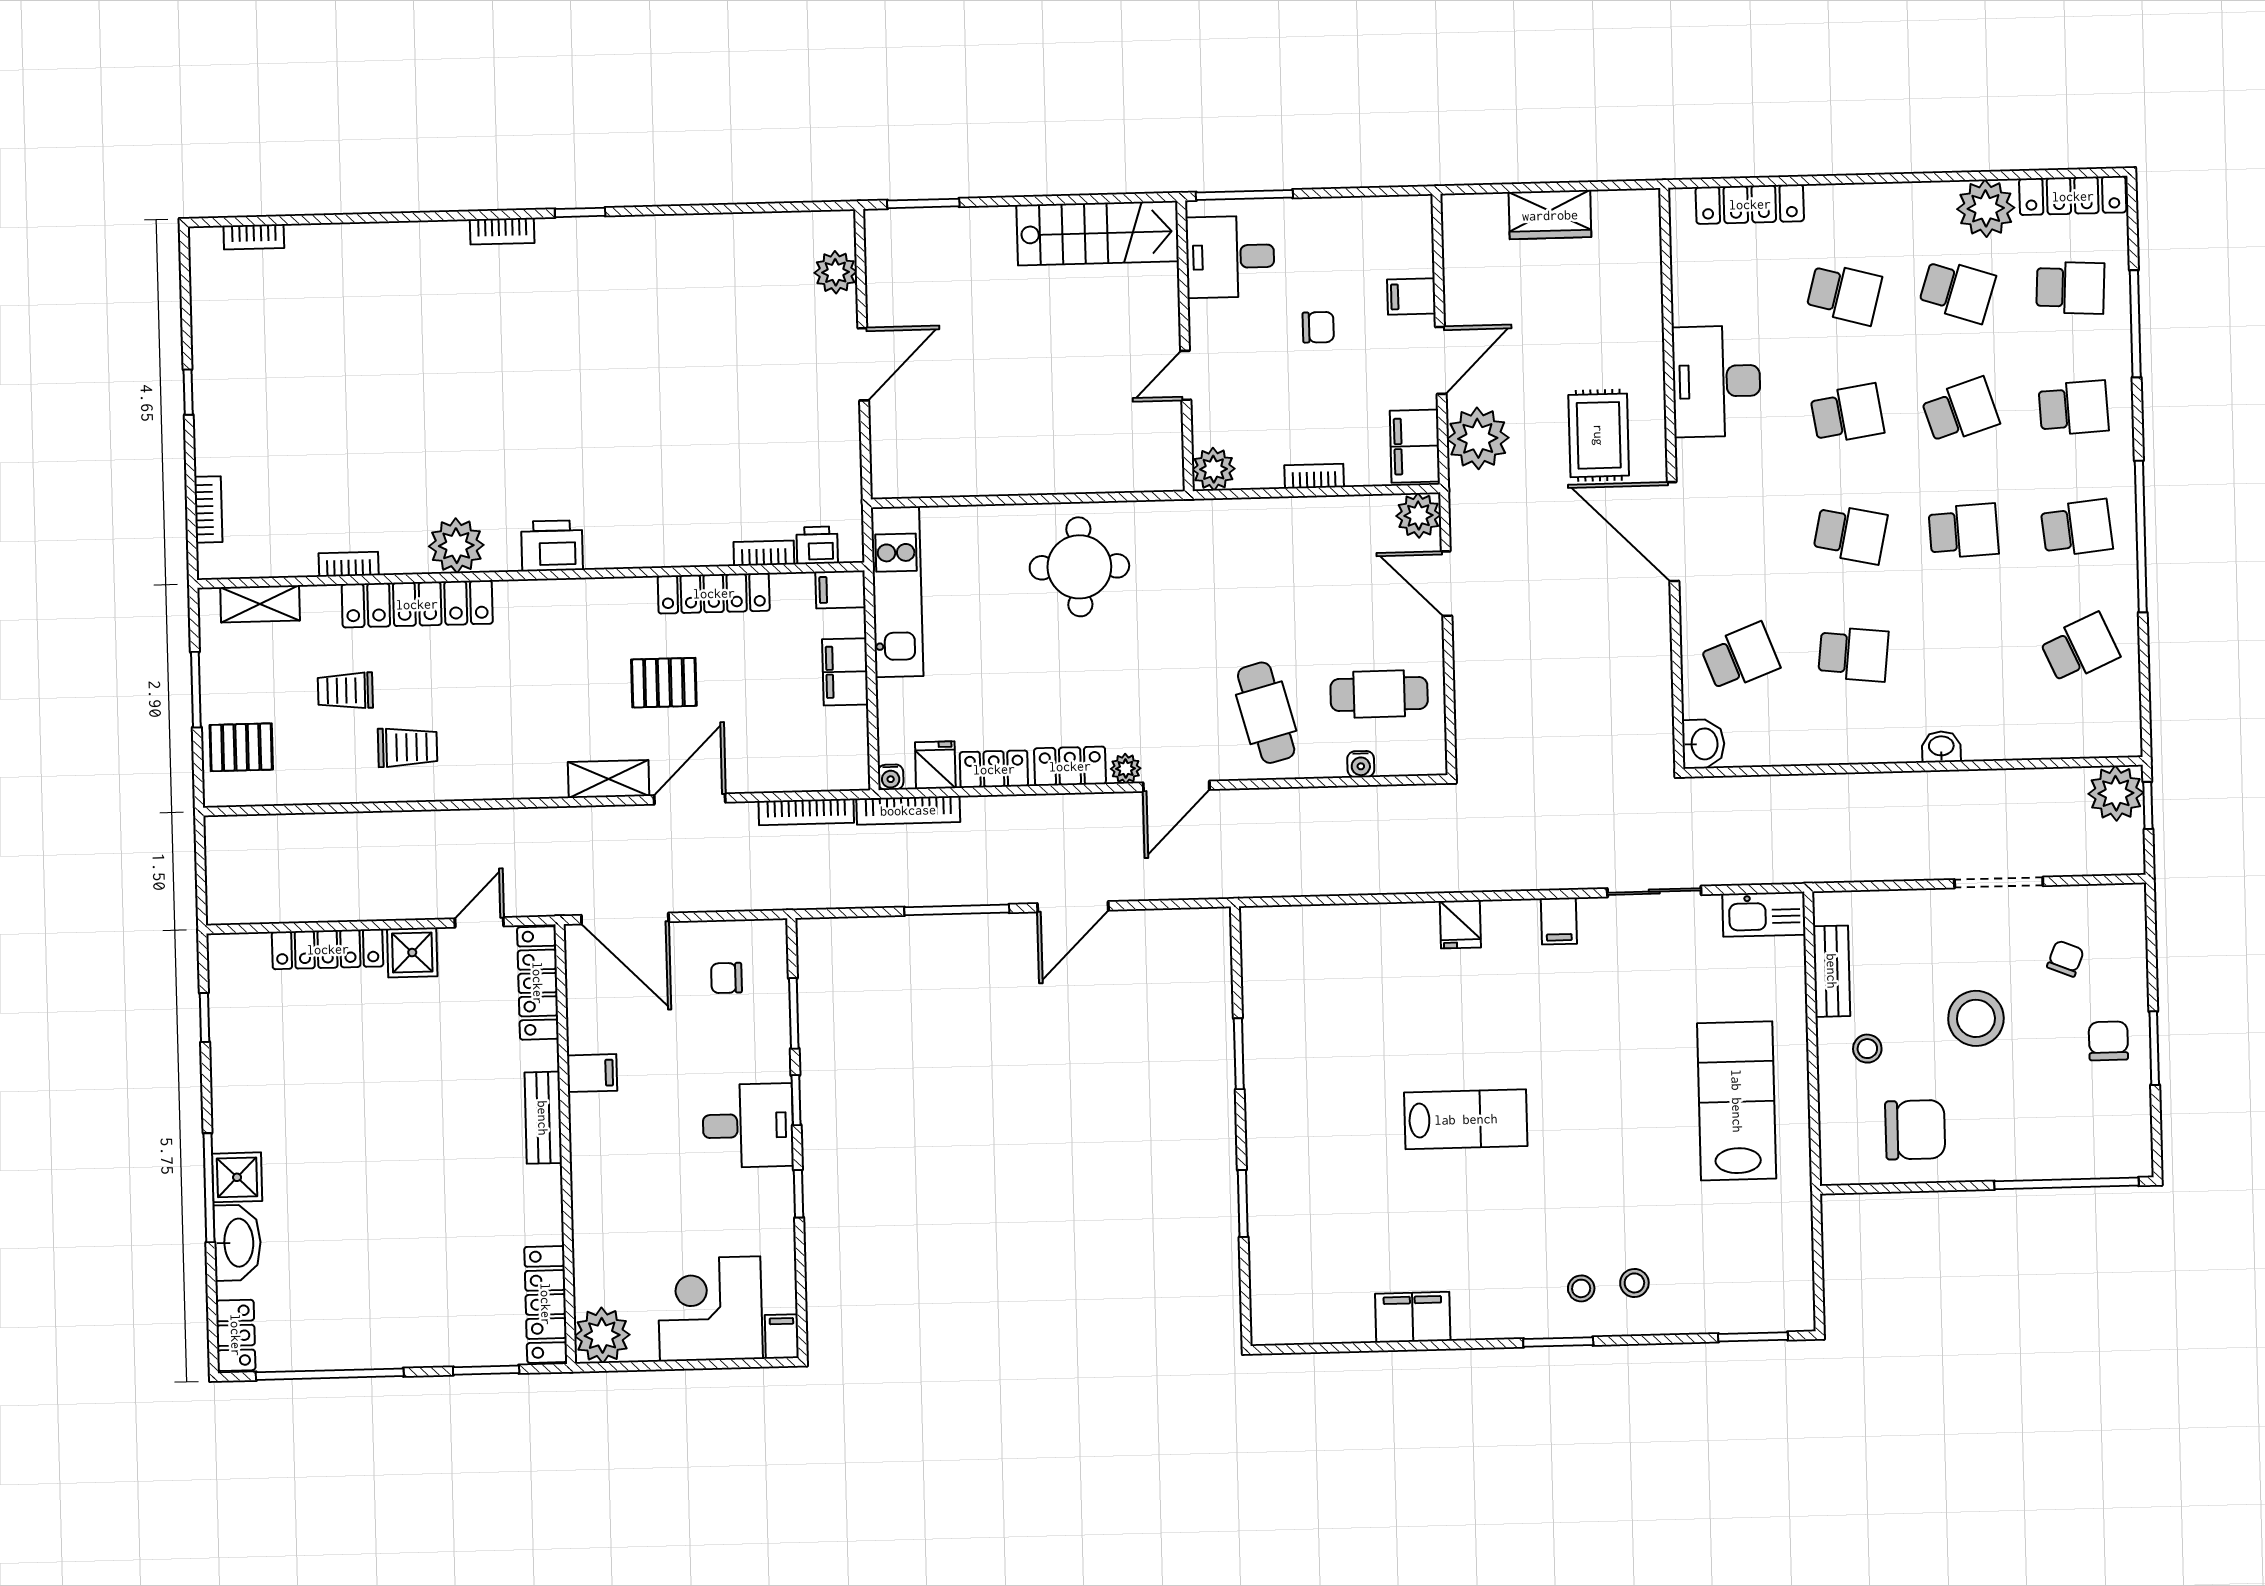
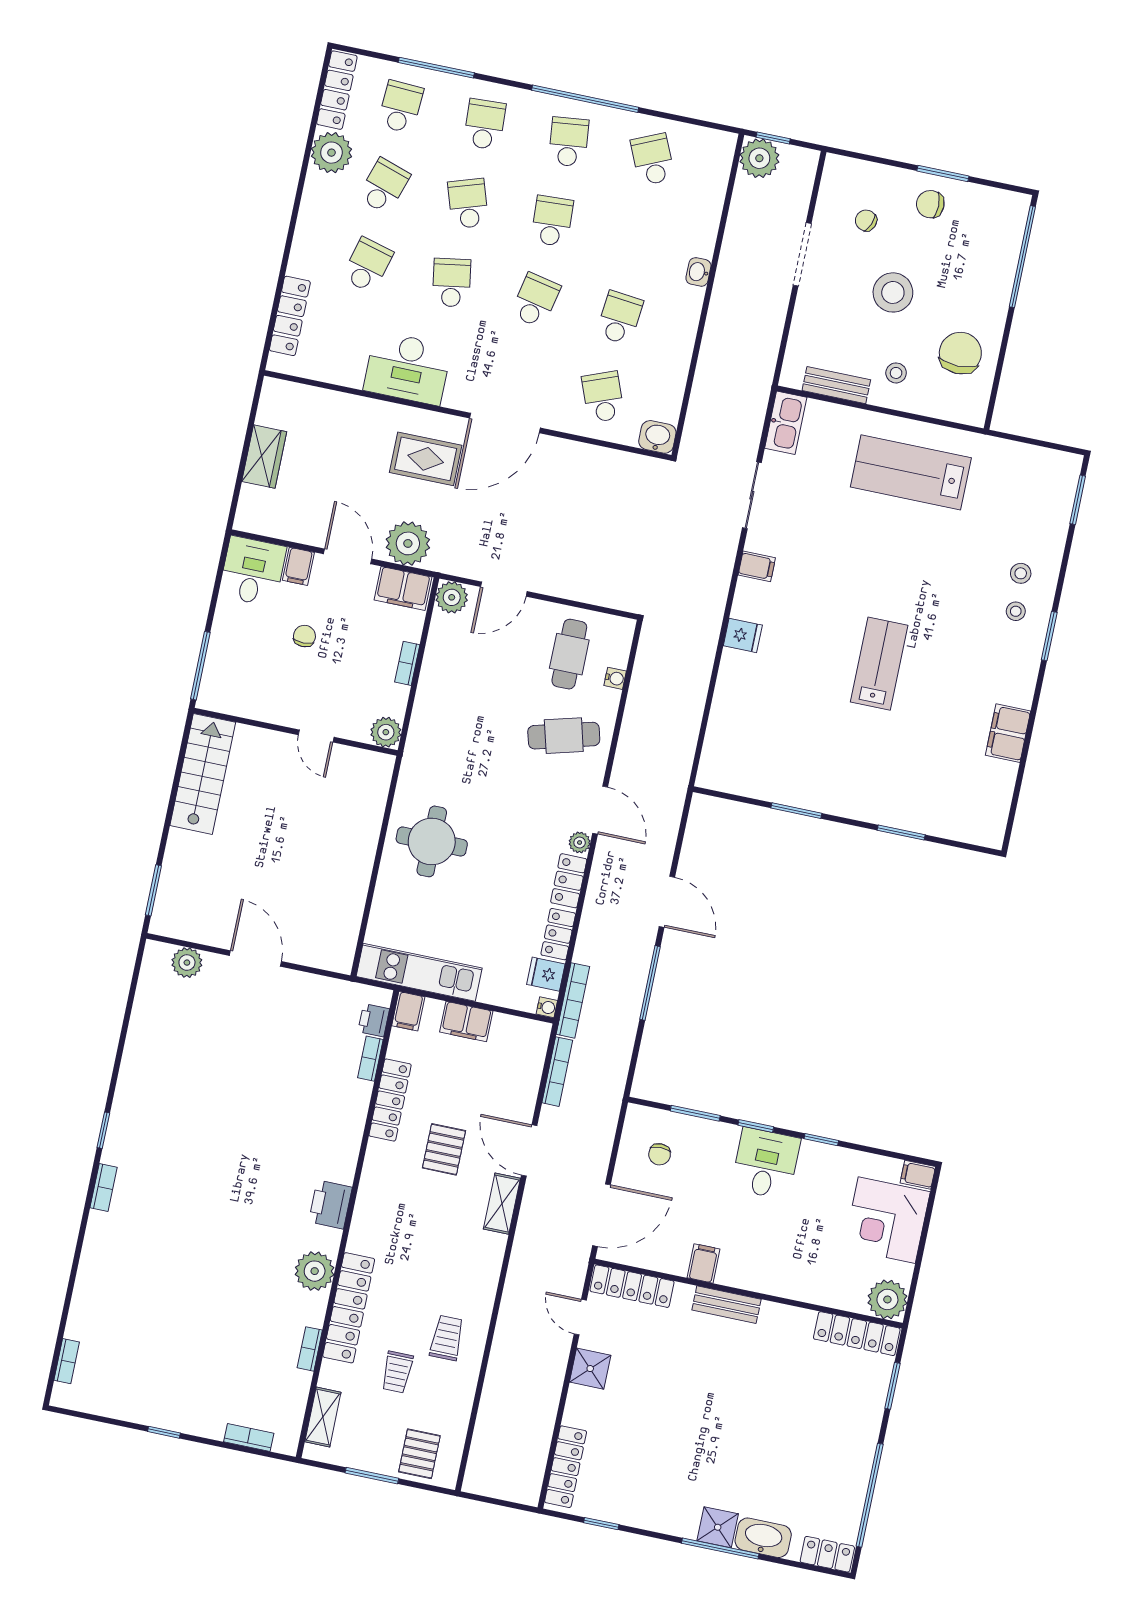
desk: (1230, 257) -> (253, 571), moved, turned 180
locker: (328, 949) -> (566, 1467), moved

